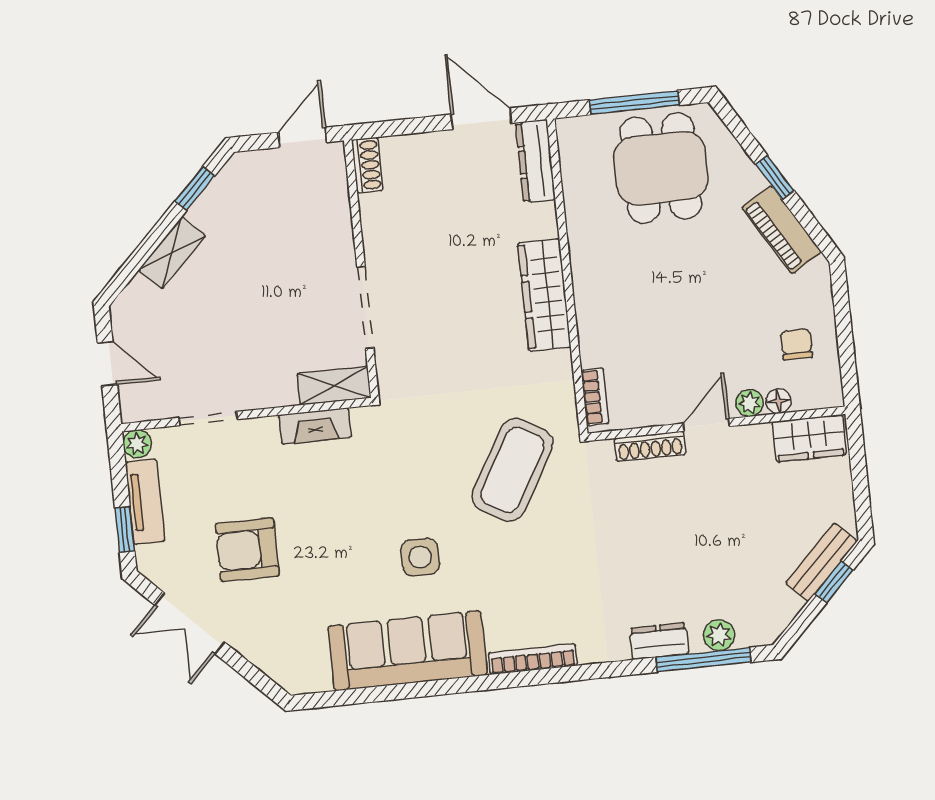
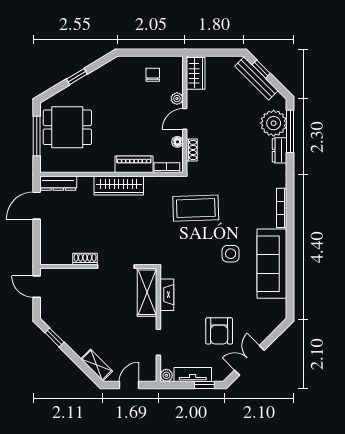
shoe rack: (367, 165) -> (85, 259), moved
piano: (782, 230) -> (134, 164), moved, turned -149
shelving: (172, 253) -> (97, 365), moved
chair: (796, 344) -> (153, 75), turned 90
shelving: (334, 386) -> (147, 292), width x1.50, depth x1.33
floor lamp: (778, 401) -> (177, 142), moved
door: (706, 425) -> (185, 119), hinge flipped
shoe rack: (650, 446) -> (192, 150), width x0.70
coffee table: (512, 470) -> (196, 208), turned -32
bench: (821, 562) -> (256, 78), width x1.36
double door: (190, 623) -> (249, 360), swing flipped
plant: (719, 635) -> (274, 123), width x1.88, depth x1.88

